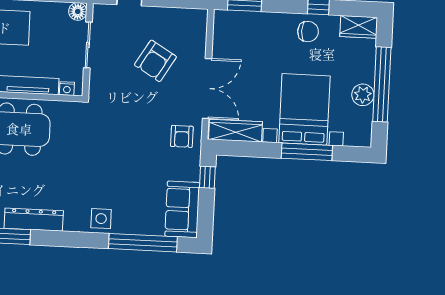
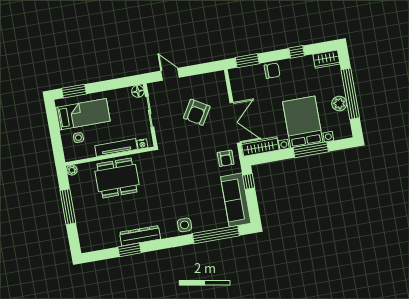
chair: (308, 32) -> (272, 71), moved
sofa: (182, 209) -> (236, 200), width x1.36

